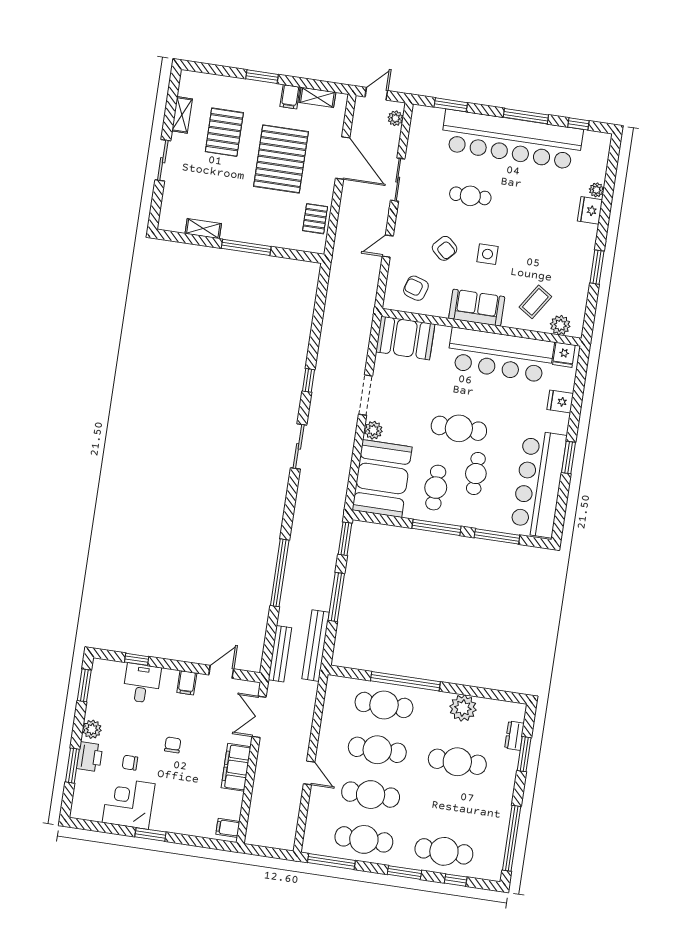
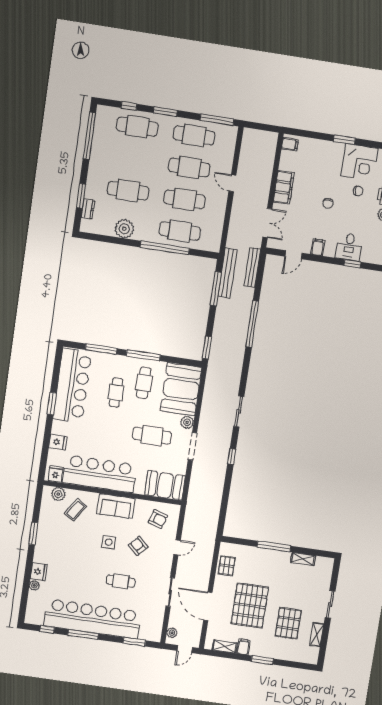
cafe table: (459, 428) -> (152, 436), moved
window: (336, 597) -> (216, 289), moved

